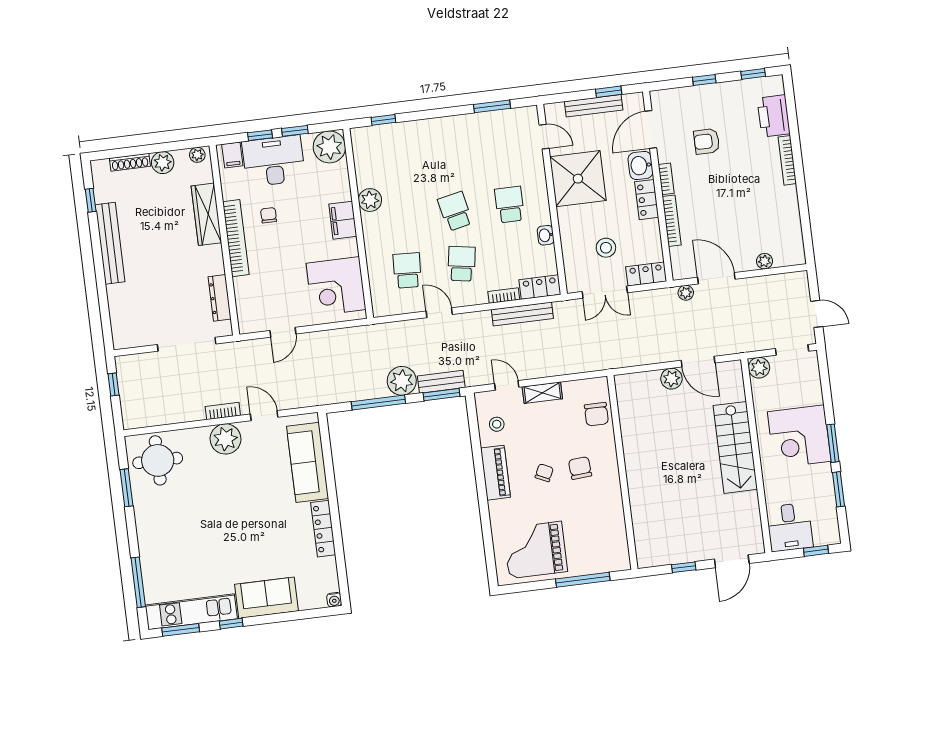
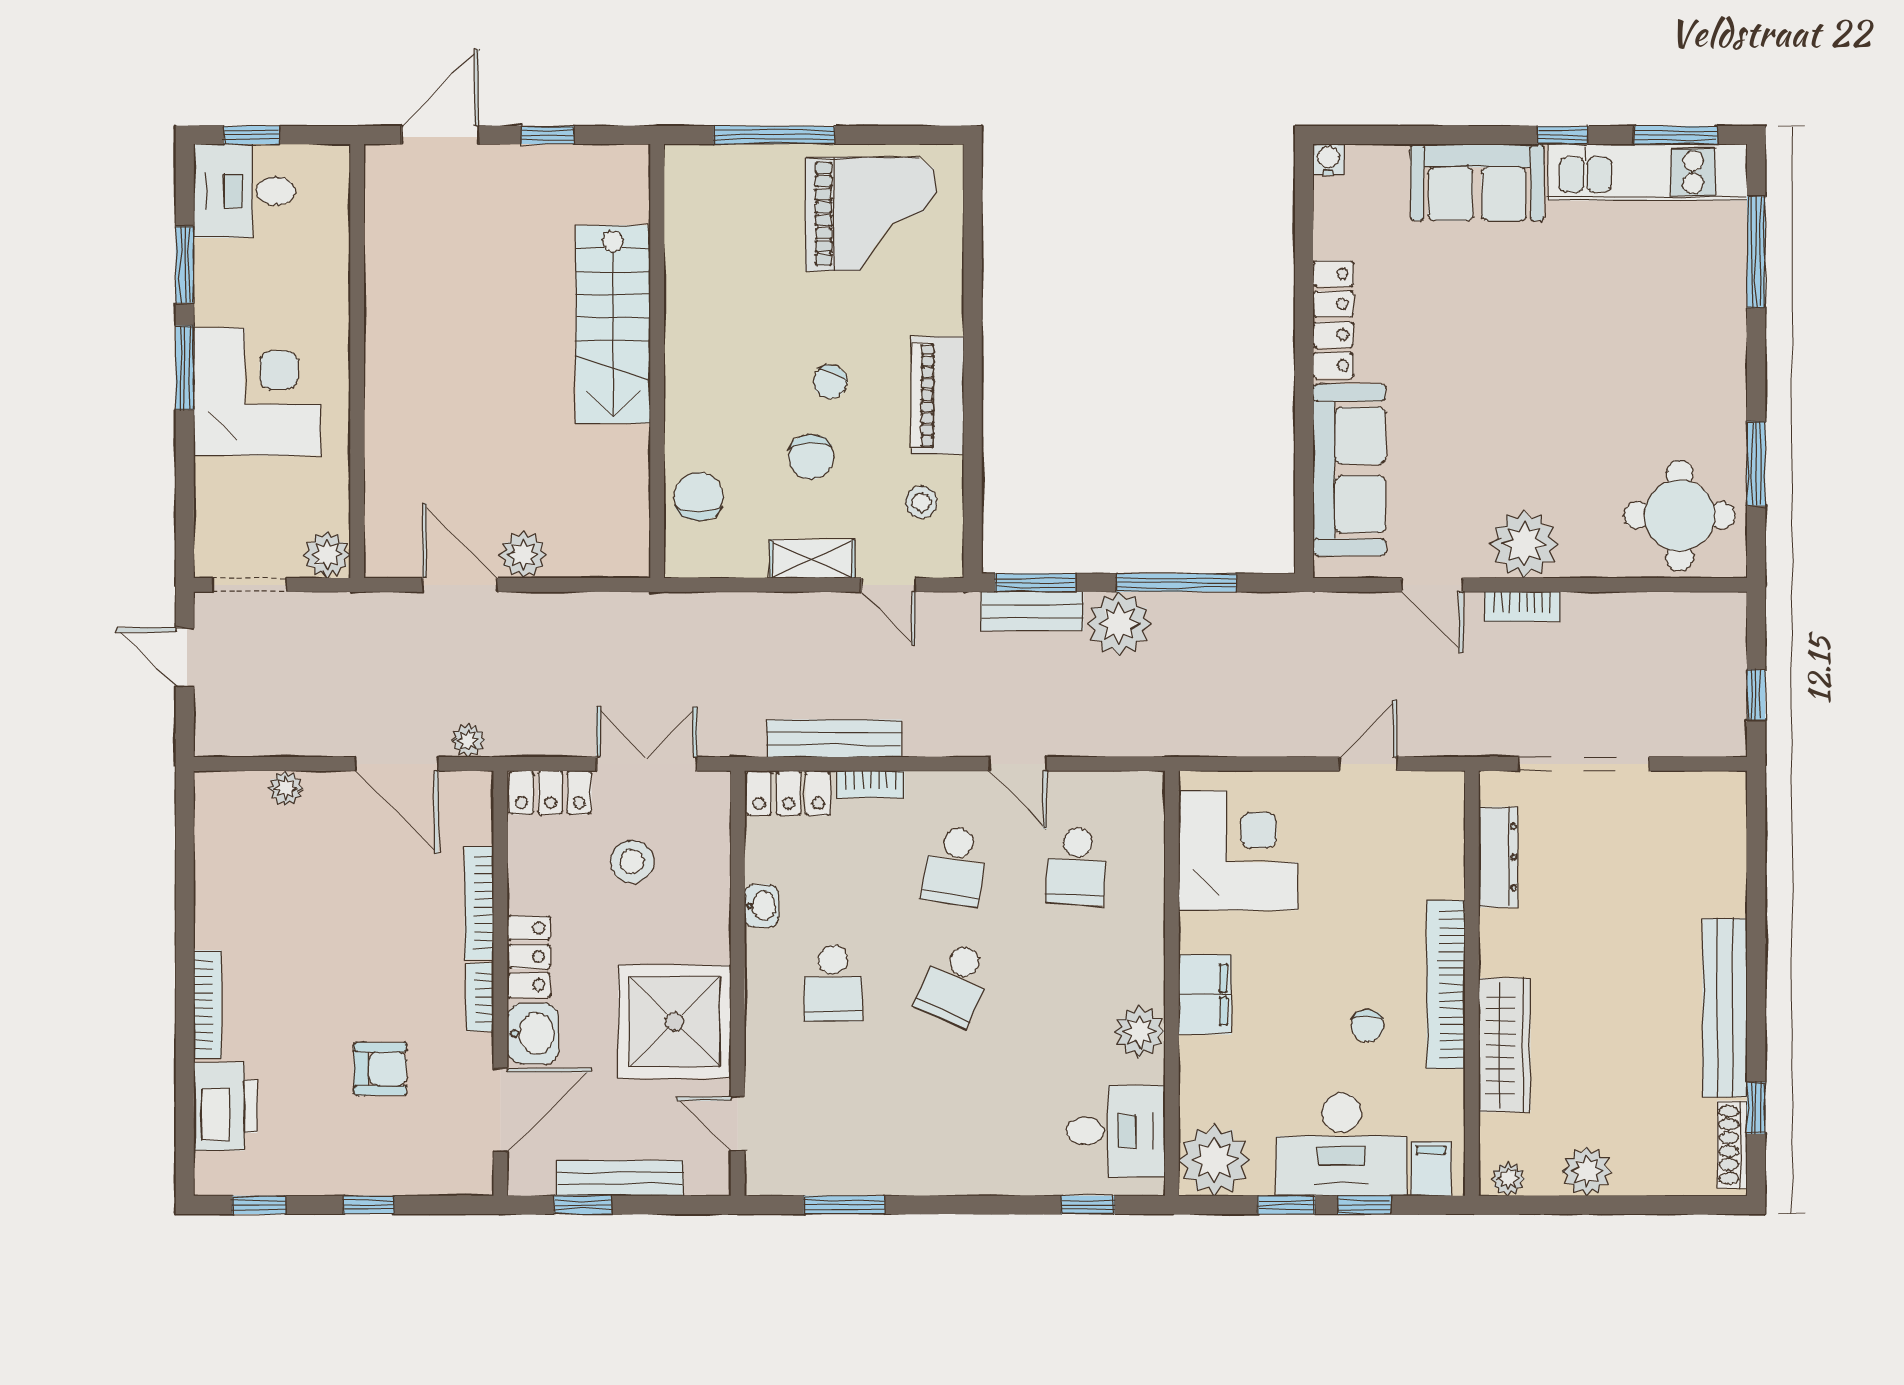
desk: (375, 154) -> (1116, 1131), added
shoe rack: (130, 162) -> (1732, 1145), moved, turned -90
school desk: (455, 211) -> (955, 983), turned 36
stairs: (735, 447) -> (613, 324), moved, turned 180
chair: (580, 468) -> (811, 457), moved
desk: (790, 527) -> (244, 191), moved, turned -90

